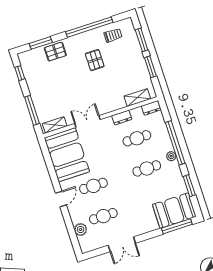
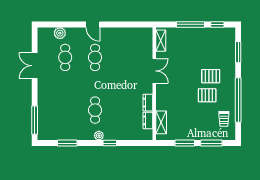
pallet: (55, 52) -> (211, 76), moved, turned 90
dresser: (151, 108) -> (148, 120), moved
window: (32, 110) -> (191, 24), moved
cafe table: (137, 138) -> (125, 110), removed
window: (175, 143) -> (110, 143), width x0.32
booth: (67, 155) -> (131, 43), removed
booth: (174, 211) -> (49, 122), removed

